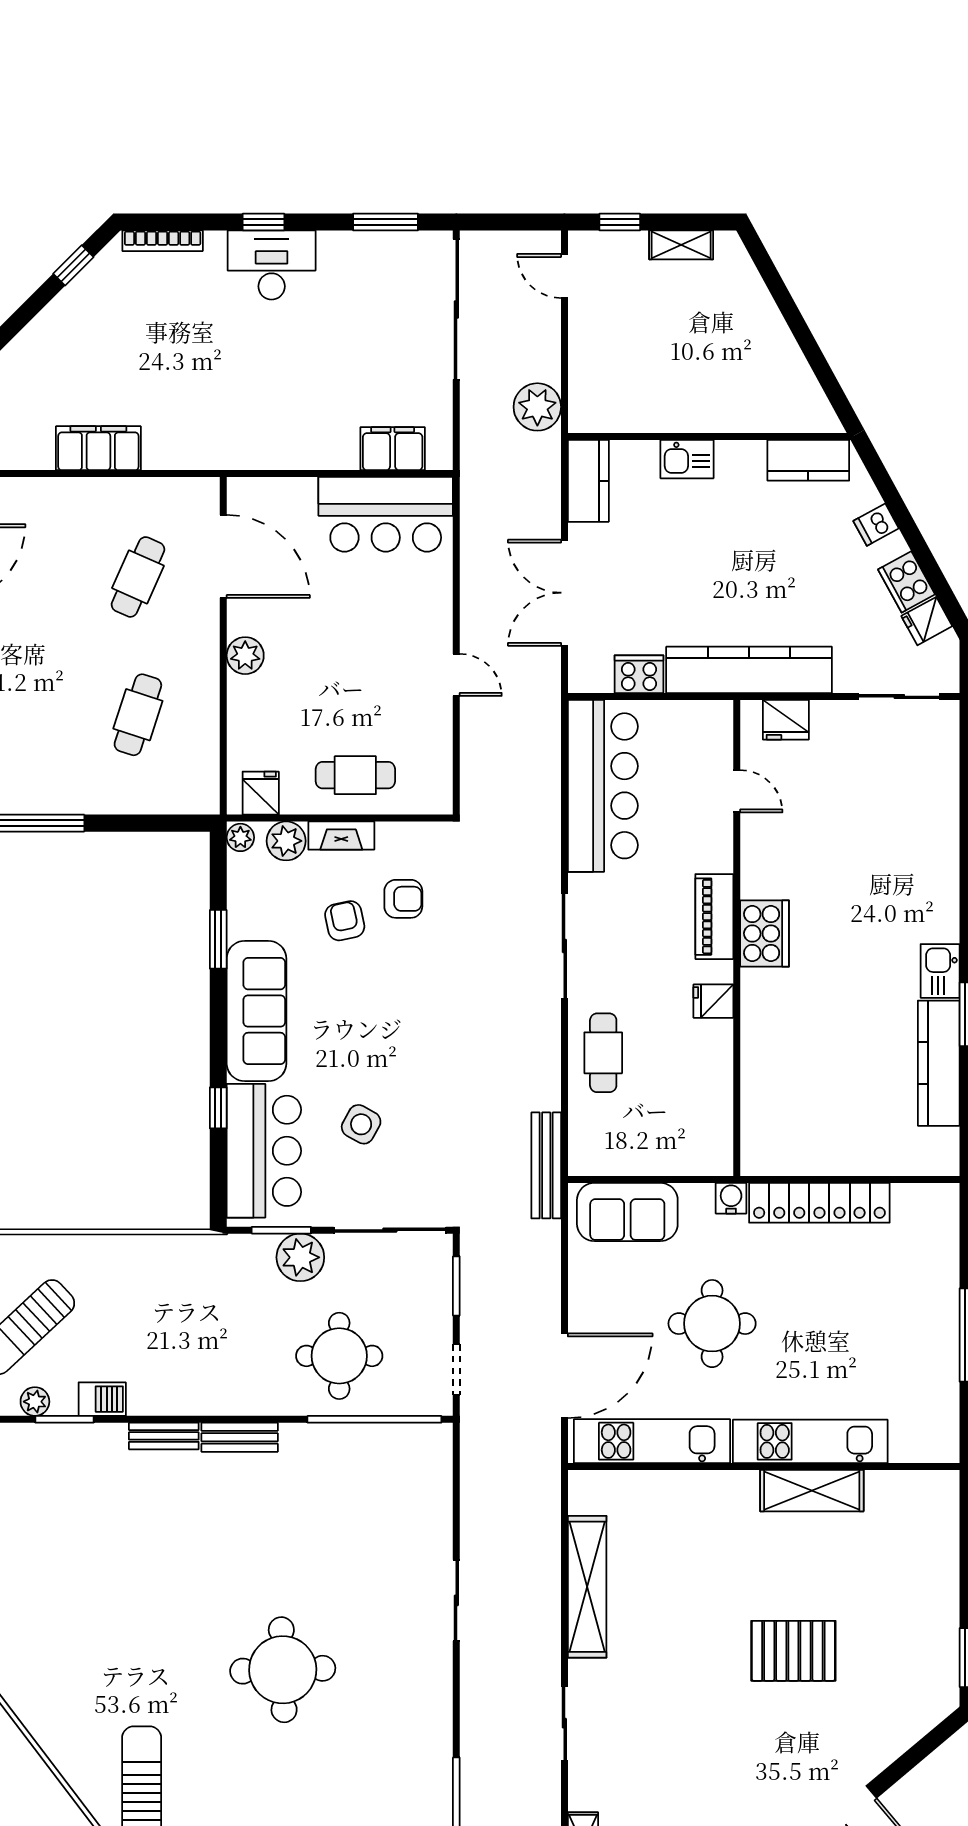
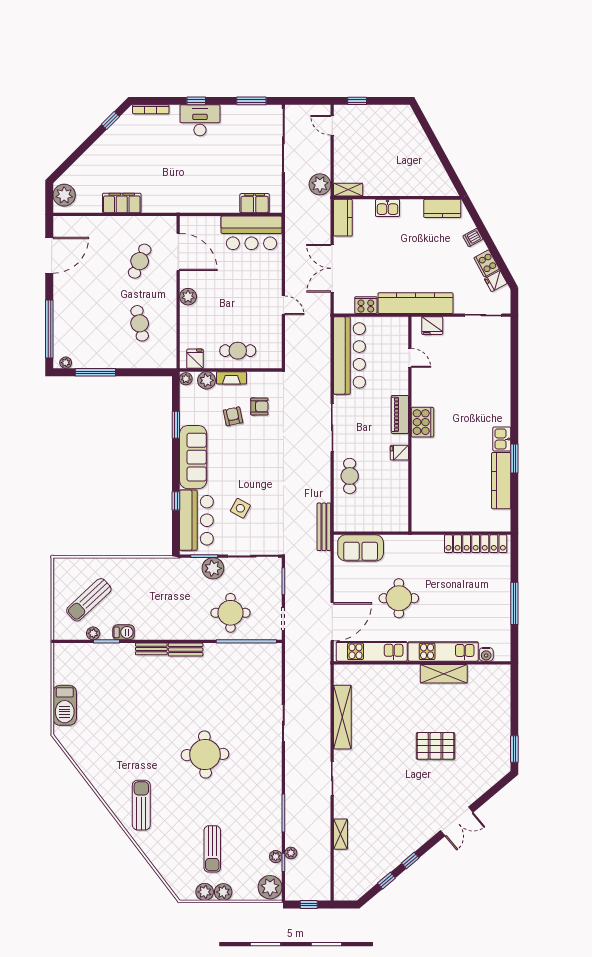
shelving: (681, 245) -> (348, 190), moved
cafe table: (138, 715) -> (140, 323), turned -30
water cooler: (731, 1198) -> (486, 654), moved, turned 180
locker: (819, 1203) -> (476, 544), moved

